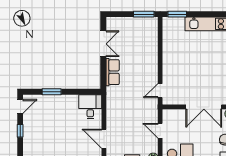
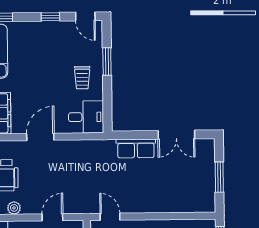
window: (144, 14) -> (219, 177), moved
trolley: (63, 109) -> (82, 78), added

